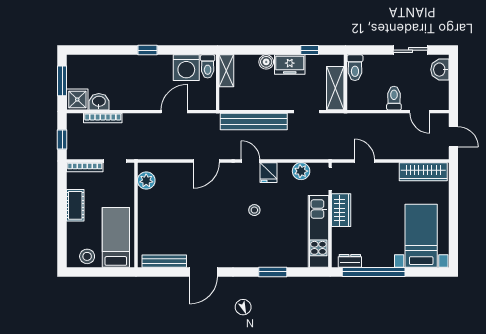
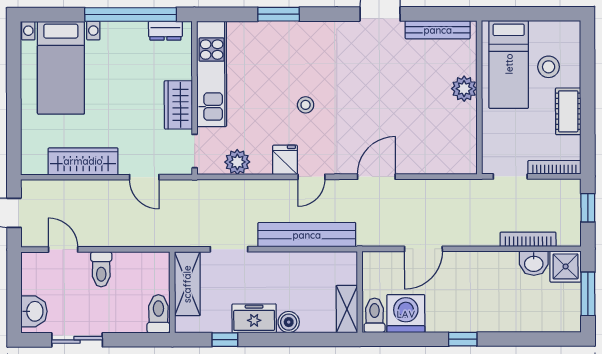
door: (250, 161) -> (311, 177), hinge flipped
wardrobe: (423, 172) -> (83, 161), moved
plant: (146, 180) -> (464, 89), moved
stool: (87, 256) -> (549, 67), moved

